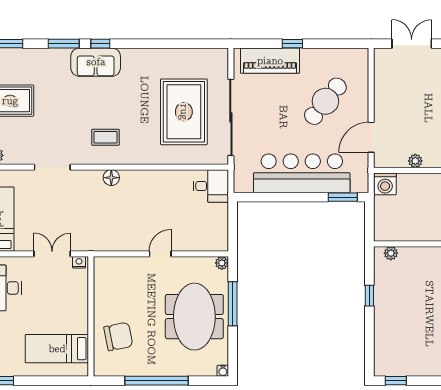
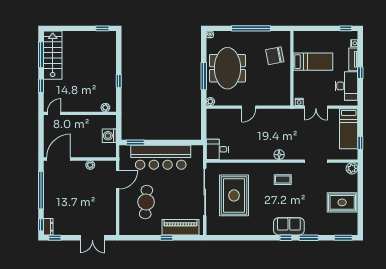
cafe table: (325, 101) -> (146, 202), turned -35
washing machine: (385, 184) -> (109, 136), moved, turned -90
bed: (57, 349) -> (313, 62), moved

